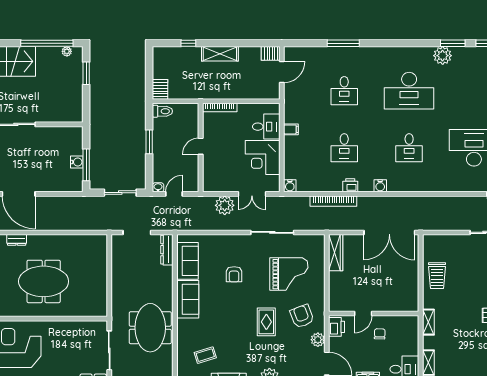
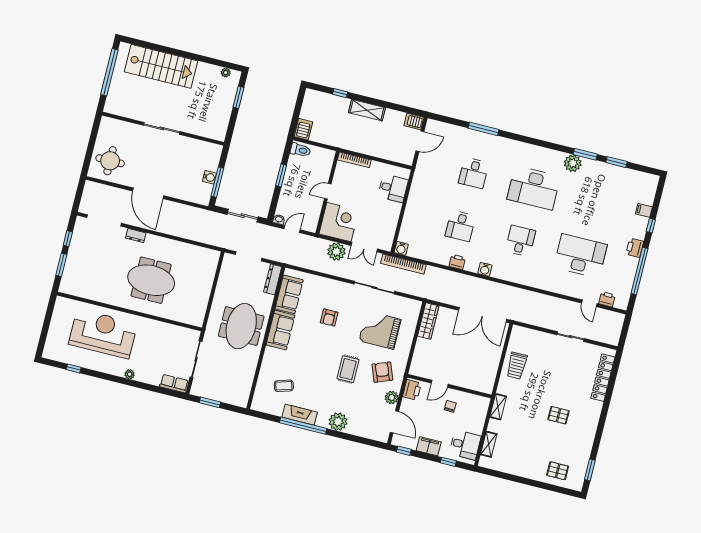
window: (47, 43) -> (209, 60), removed
filing cabinet: (291, 129) -> (415, 197), removed
desk: (409, 148) -> (520, 241), turned 180
corner desk: (263, 157) -> (339, 222), moved, turned 180
bookcase: (333, 201) -> (403, 264), moved
grand piano: (289, 274) -> (380, 330), turned 180
meeting table: (150, 328) -> (241, 326), moved

